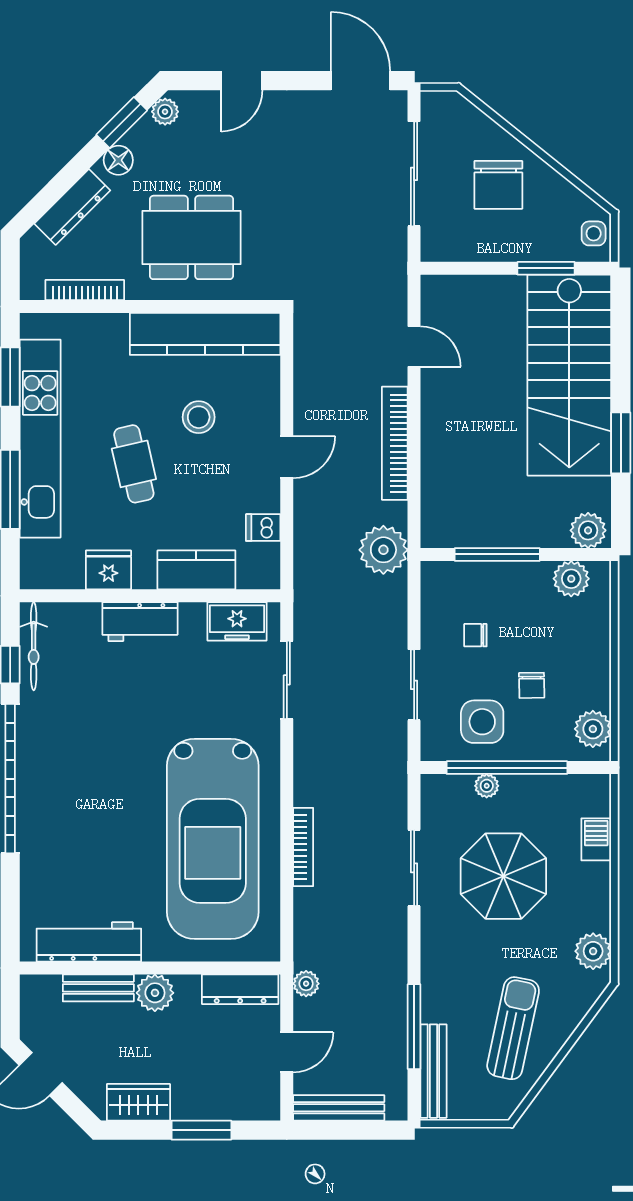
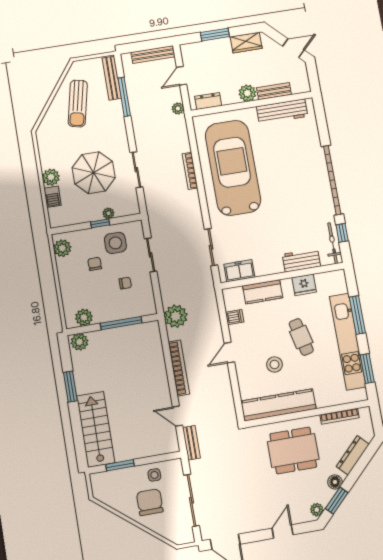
side table: (594, 233) -> (154, 475), moved
bench: (395, 288) -> (191, 443), added
stairs: (569, 375) -> (96, 429), width x0.73, depth x0.66
workbench: (140, 622) -> (301, 260), moved
window: (507, 768) -> (100, 223), width x0.32
plant: (593, 951) -> (51, 177), moved
dresser: (240, 989) -> (208, 101), width x0.70

